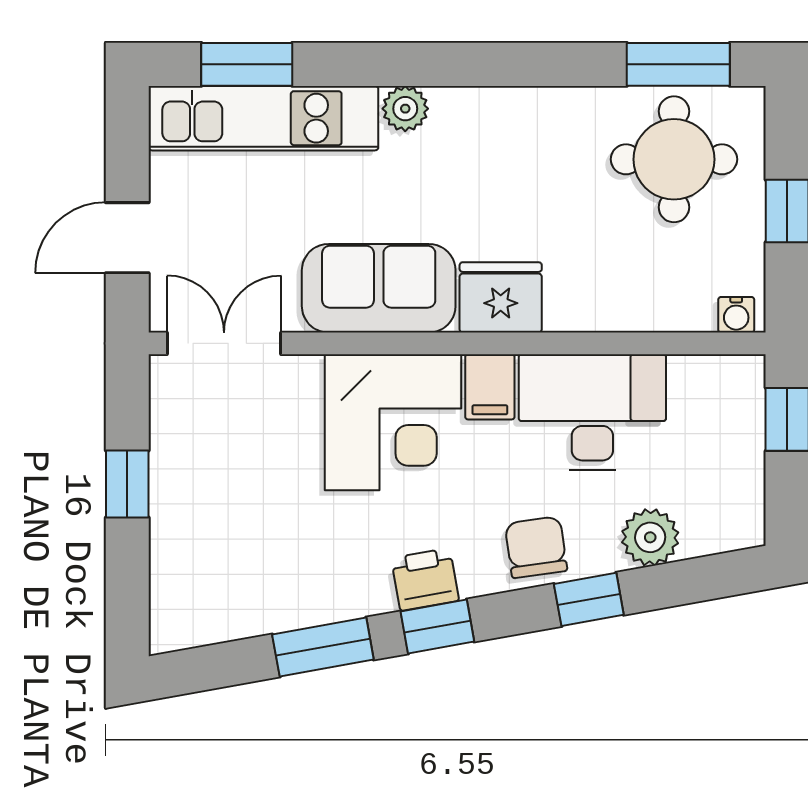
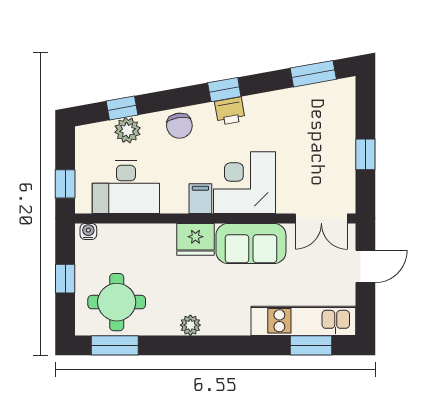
plant: (405, 109) -> (190, 325), moved
desk: (592, 412) -> (126, 187), moved
window: (589, 599) -> (122, 108), moved
window: (323, 647) -> (313, 74), moved

